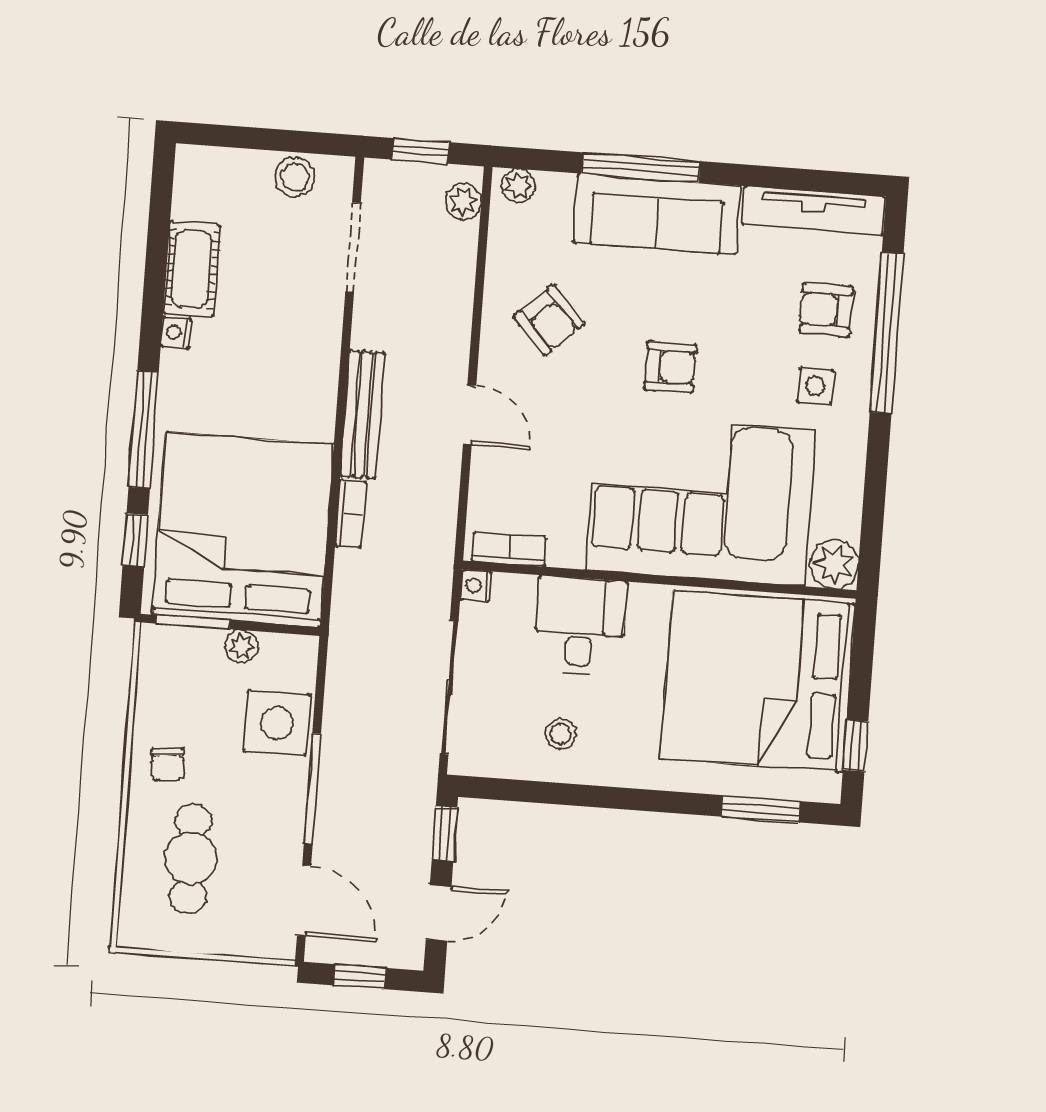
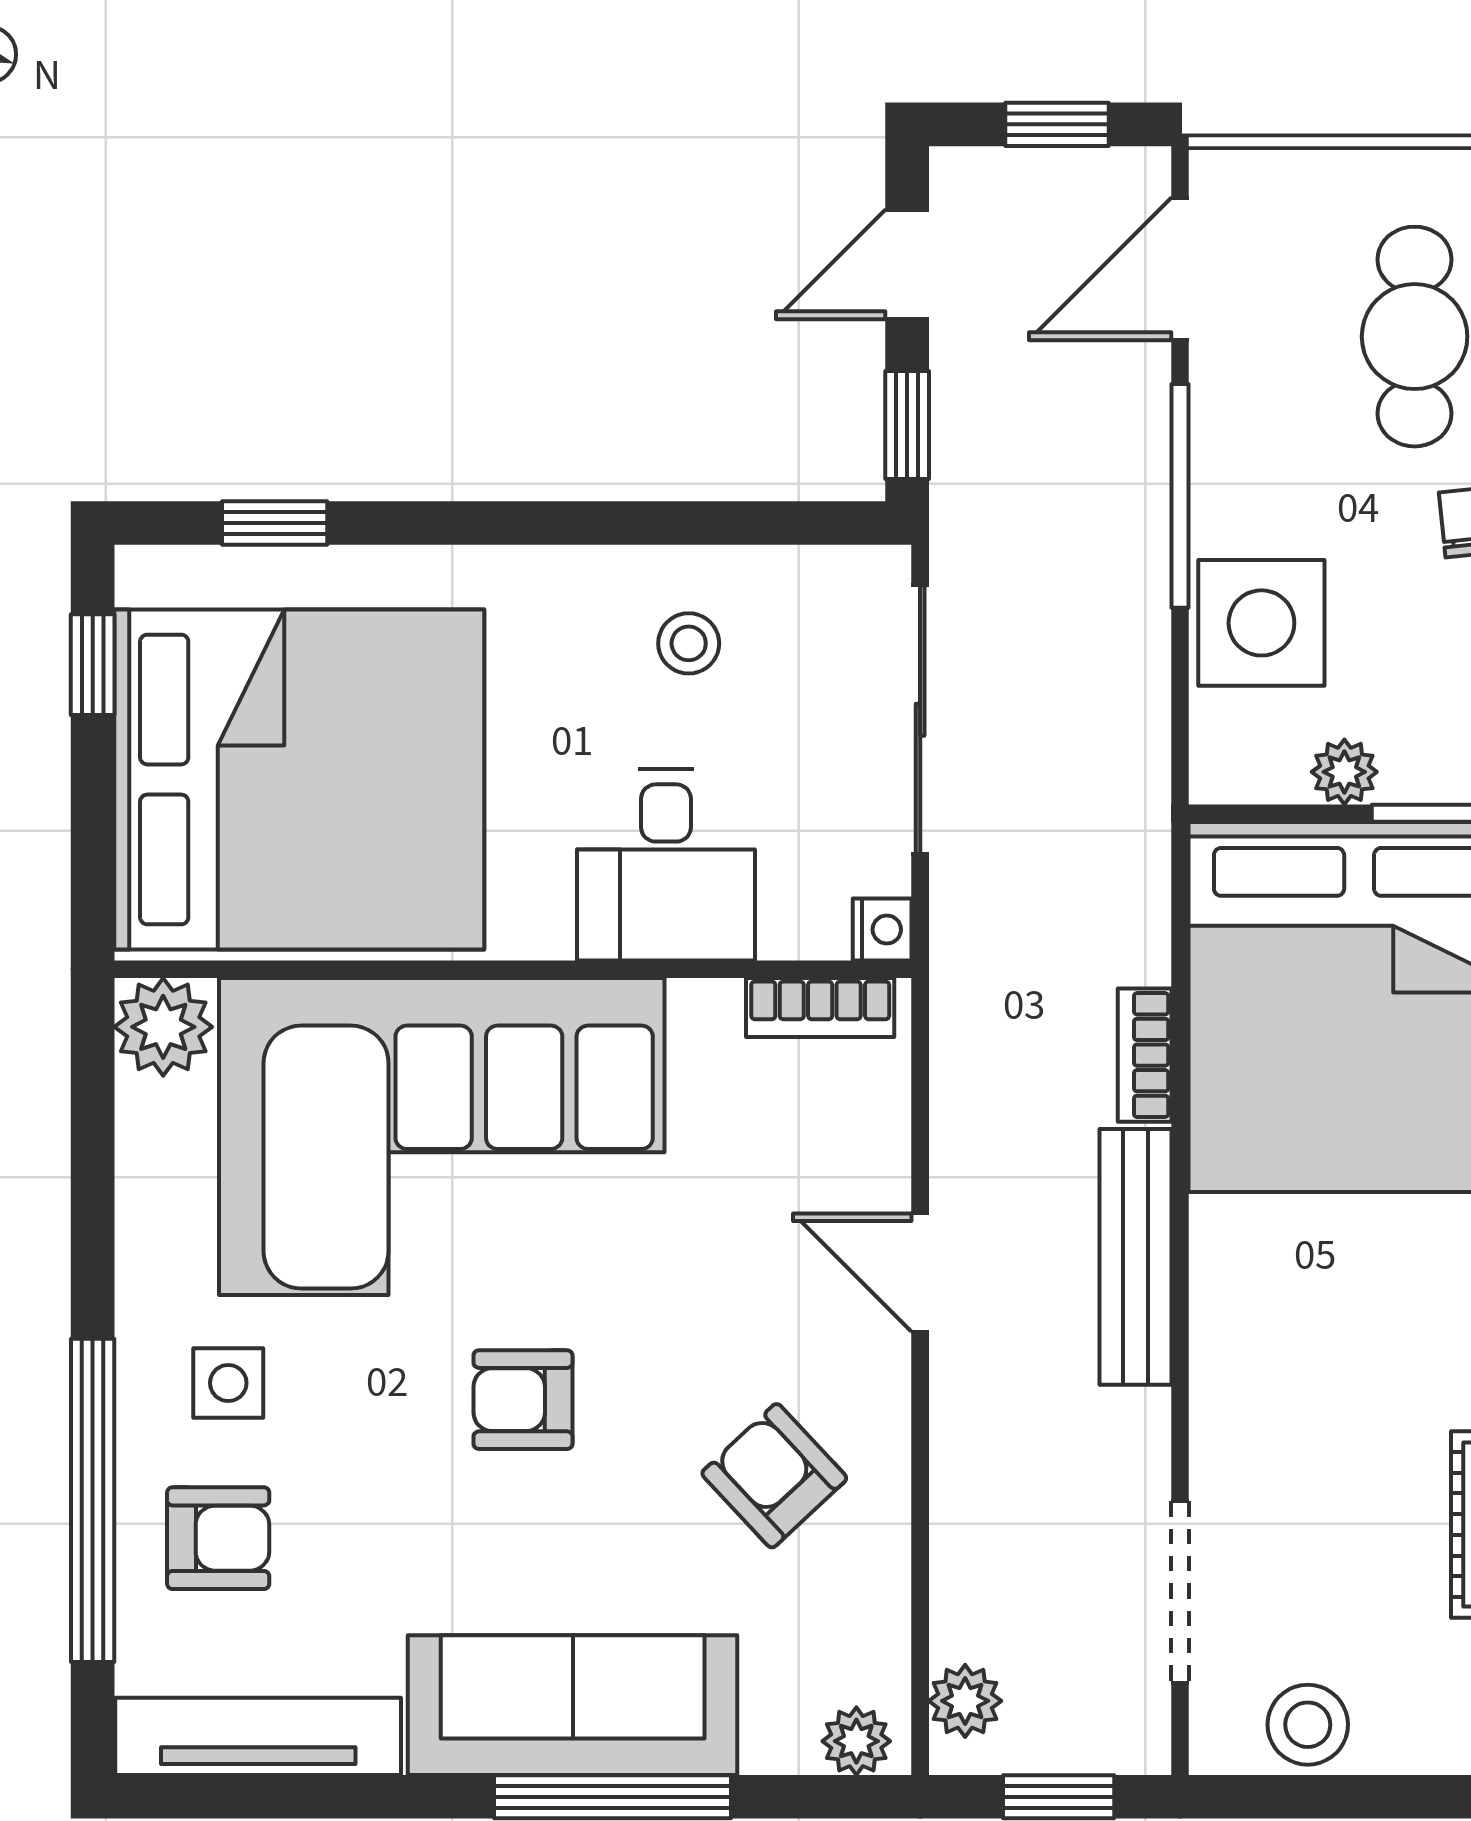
window: (760, 809) -> (275, 523), width x0.67
door: (304, 901) -> (1180, 269), hinge flipped

